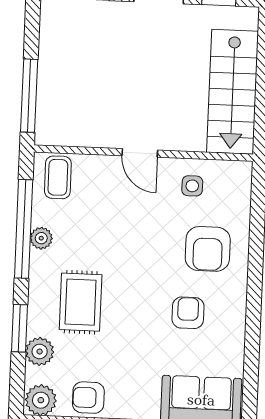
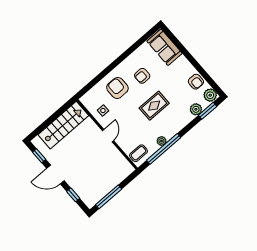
window: (29, 96) -> (109, 197), moved
armchair: (208, 249) -> (117, 88), turned -90
rug: (81, 302) -> (154, 106), moved
window: (19, 328) -> (208, 111), moved

